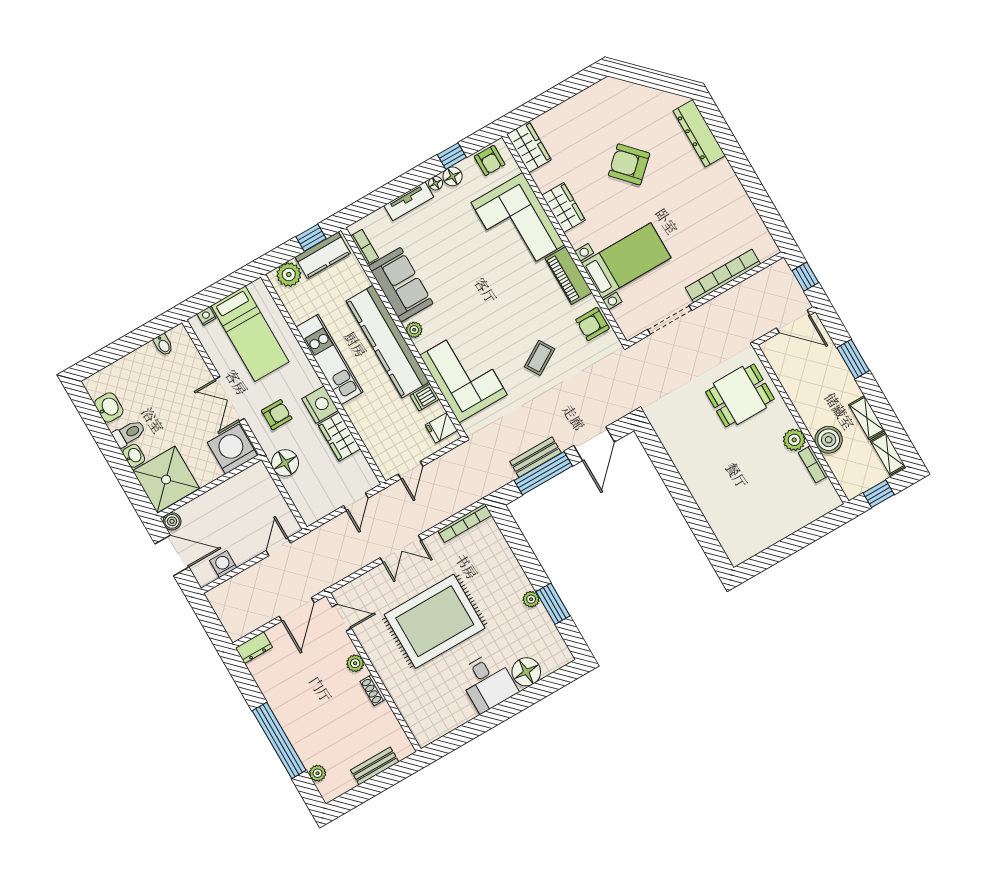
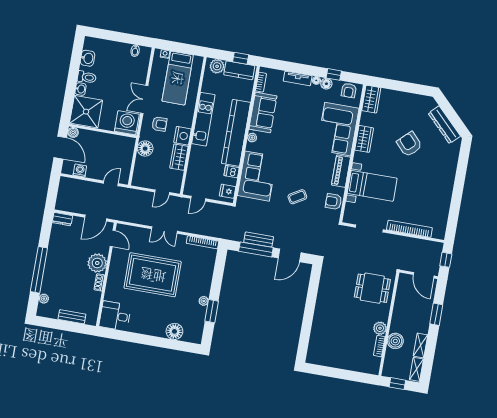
dresser: (699, 133) -> (444, 125), moved, turned -45
plant: (355, 663) -> (97, 263), width x1.87, depth x1.87
desk: (488, 682) -> (115, 316), moved, turned 90

